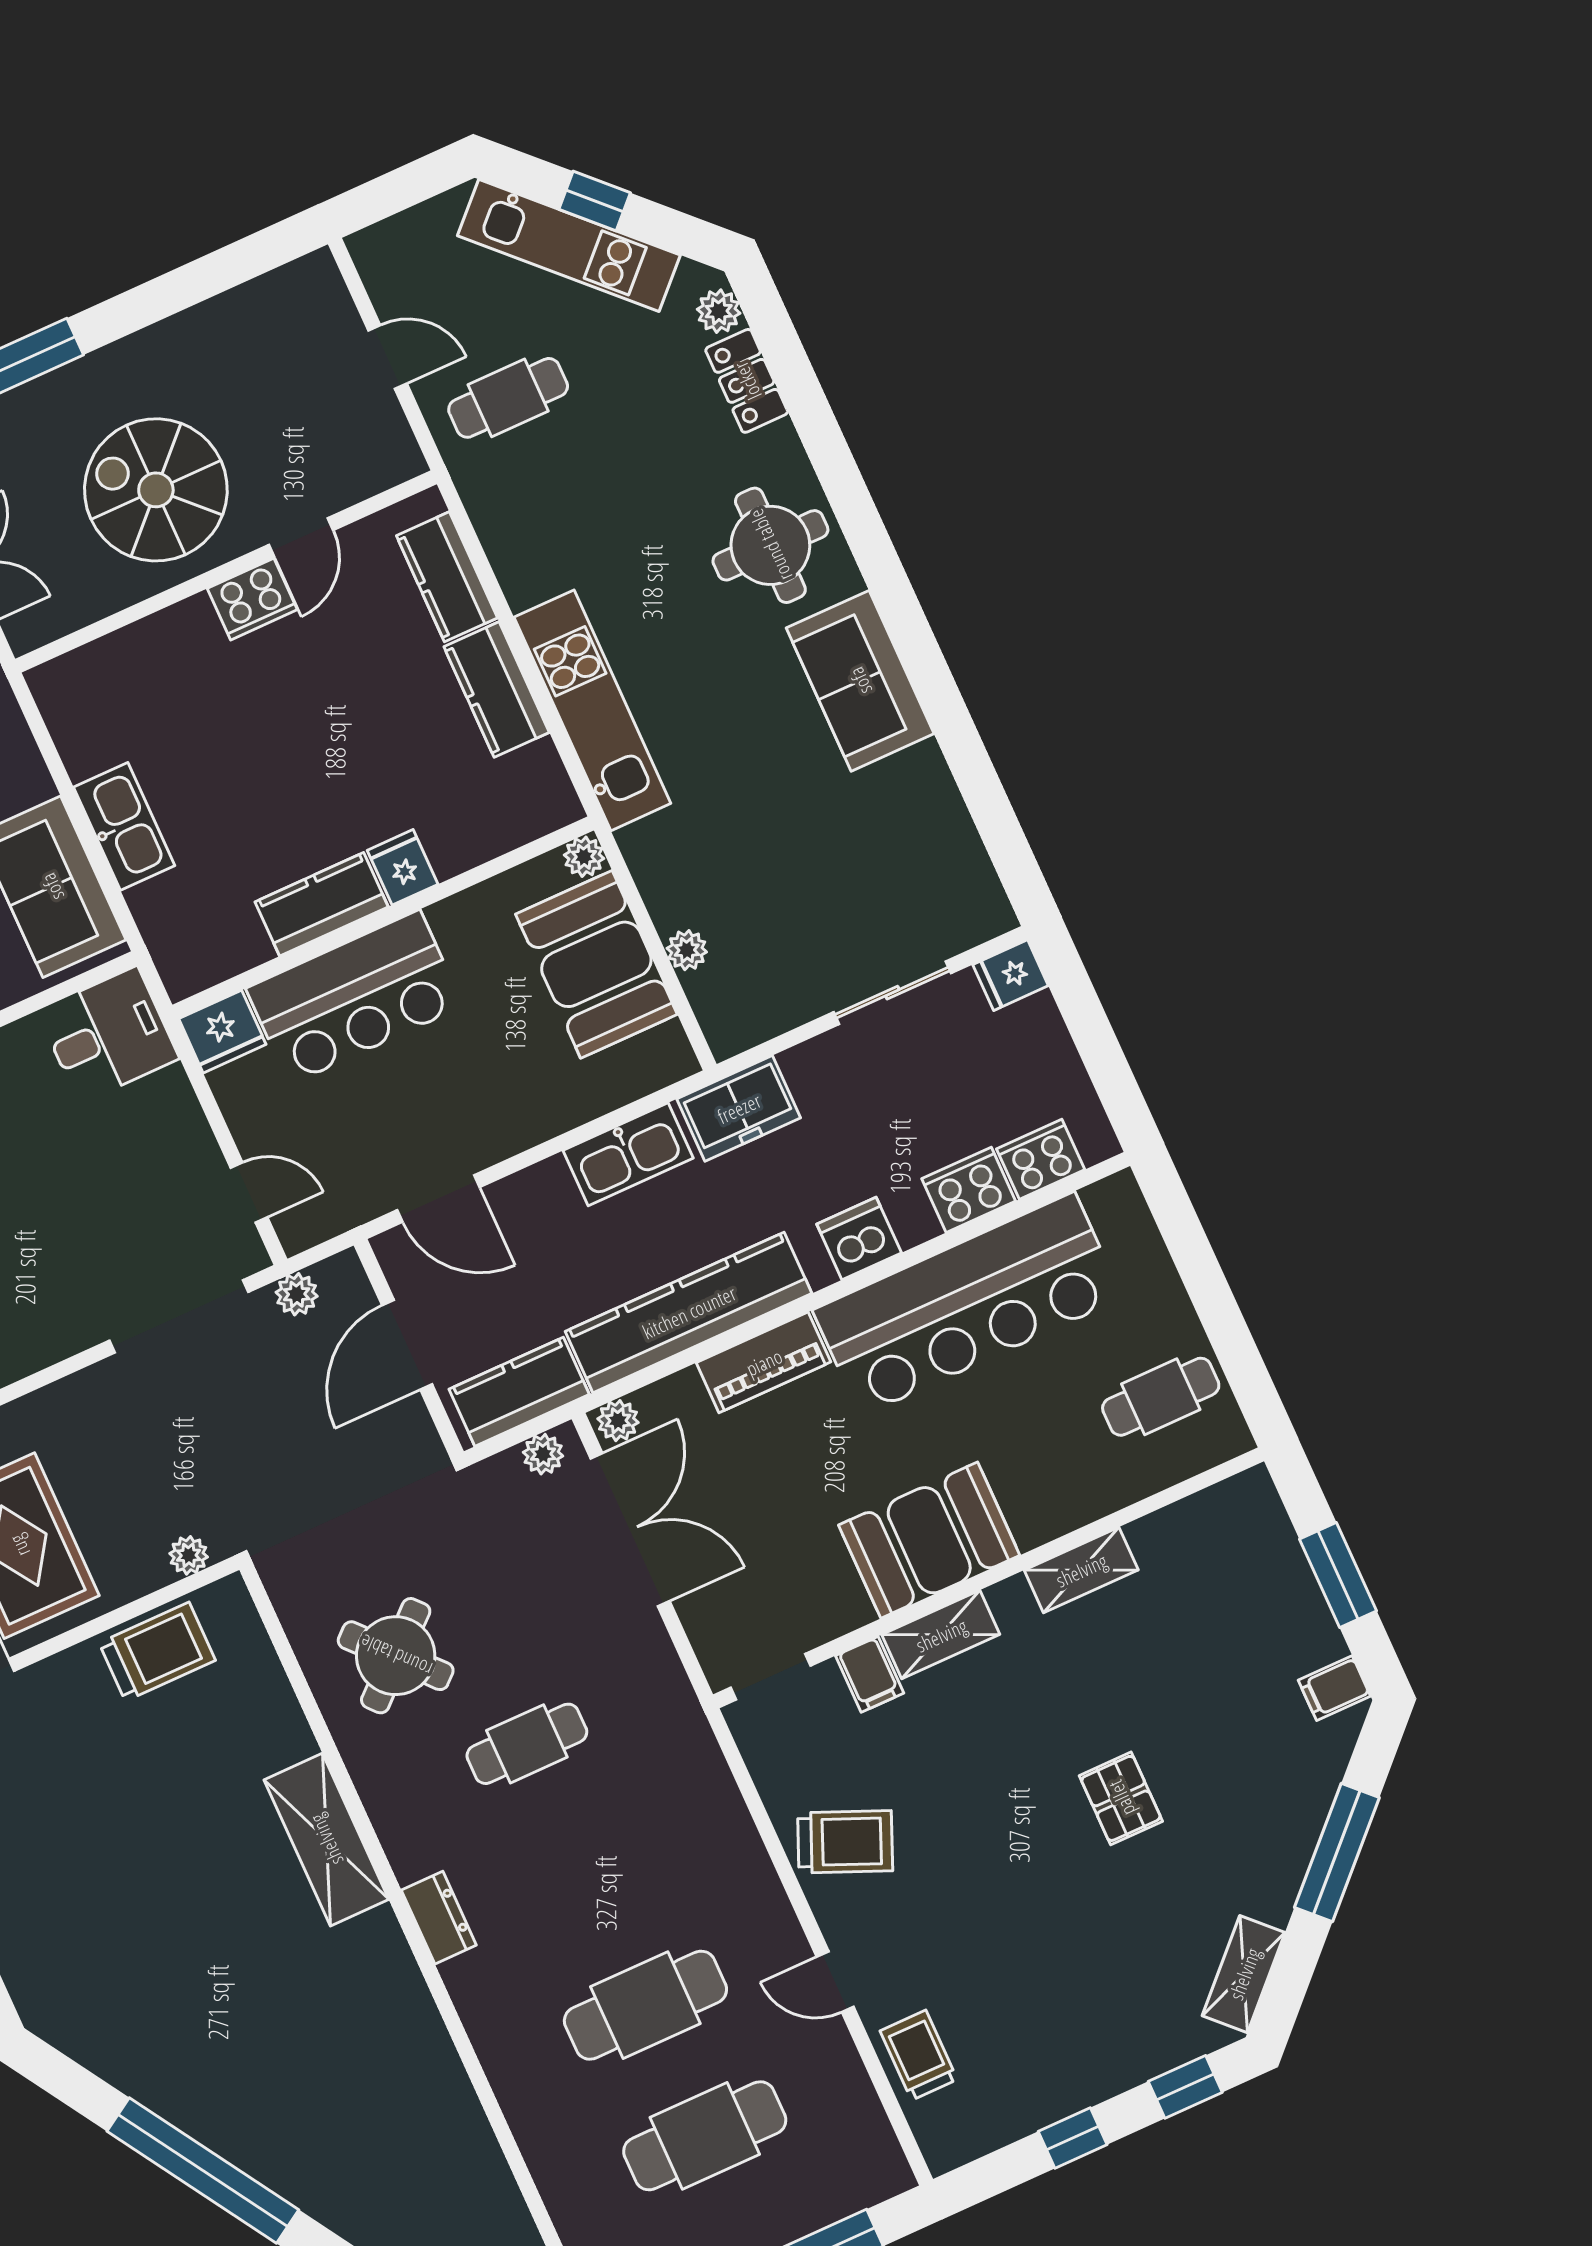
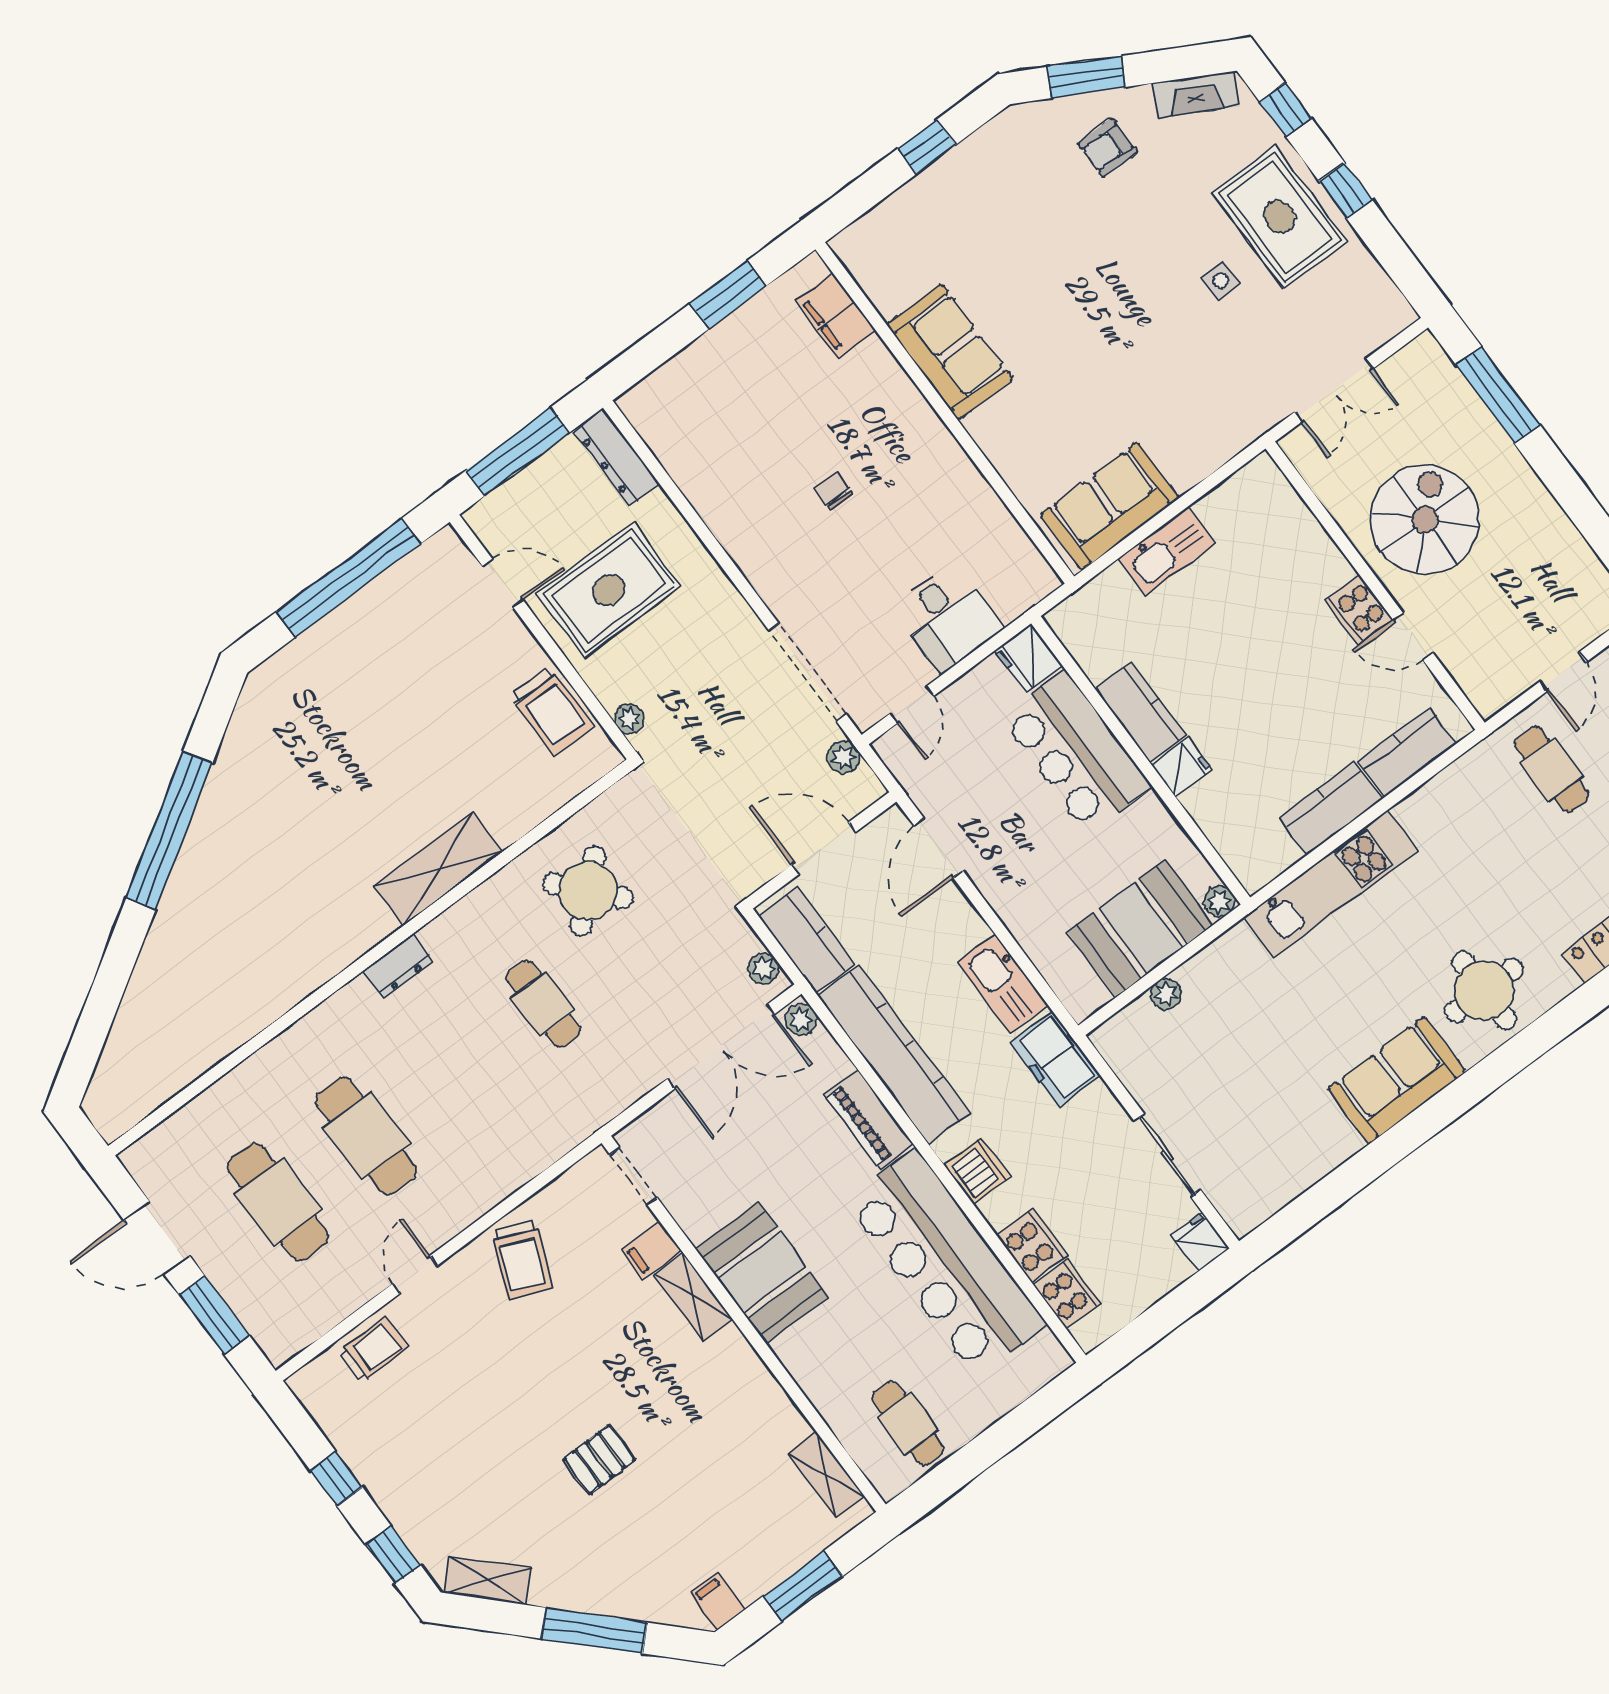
desk: (108, 1035) -> (948, 618), moved
shelving: (1081, 1570) -> (826, 1474), moved

